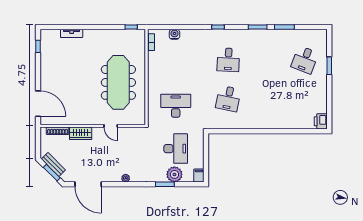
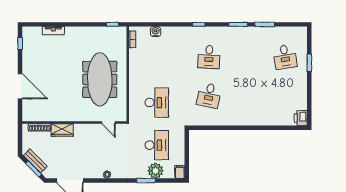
desk: (305, 60) -> (285, 57), turned -30
door: (38, 104) -> (20, 86), moved
desk: (176, 106) -> (157, 102), turned 90
door: (111, 126) -> (108, 123), moved

